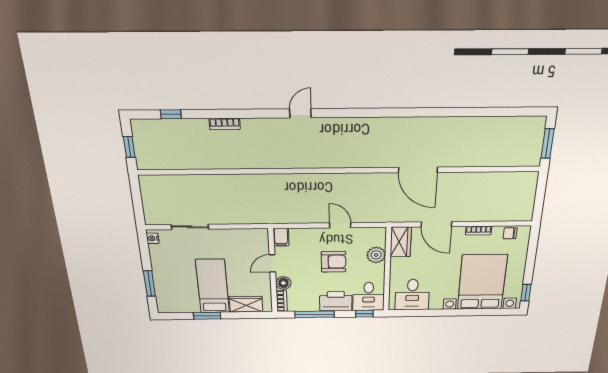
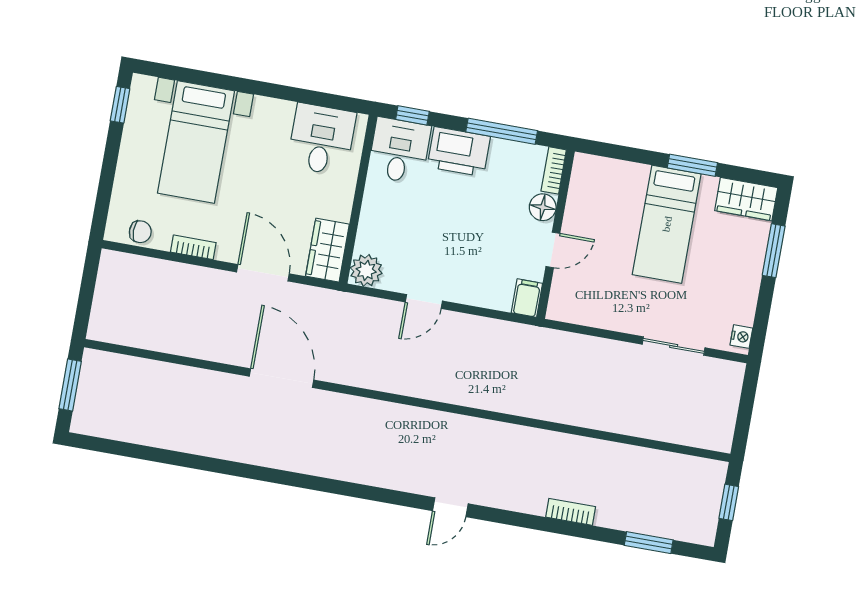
window: (171, 114) -> (649, 543), width x1.50
door: (340, 225) -> (424, 301), hinge flipped
plant: (376, 255) -> (366, 270), moved
armchair: (334, 262) -> (448, 233), removed
bed with nightstands: (482, 282) -> (196, 142), width x0.73
wardrobe: (246, 304) -> (746, 199), moved

